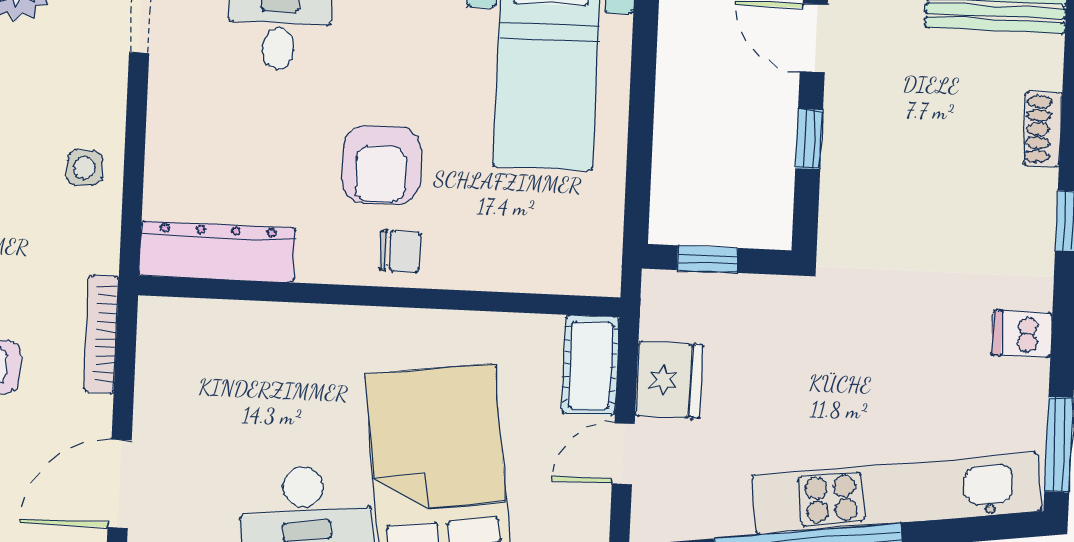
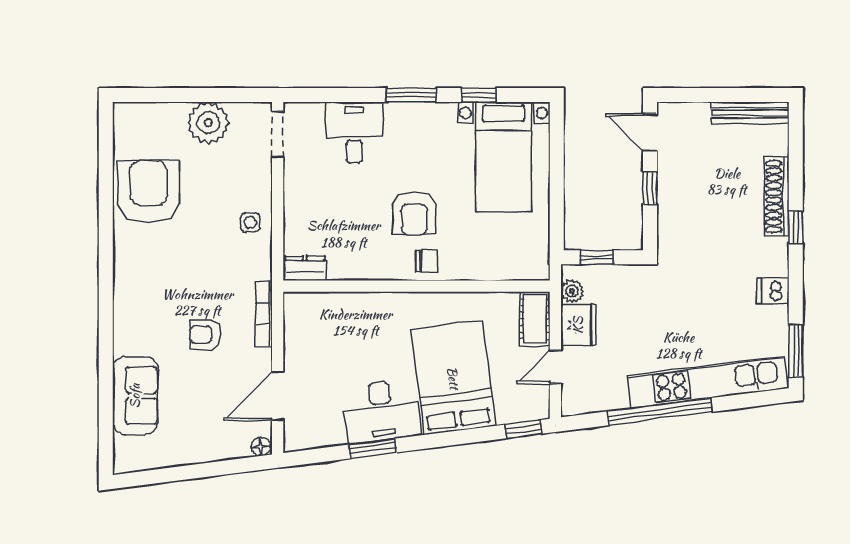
shoe rack: (1043, 129) -> (777, 196), width x1.94, depth x1.24
dresser: (217, 252) -> (305, 268), width x0.51, depth x0.80
plant: (660, 318) -> (572, 291), added

